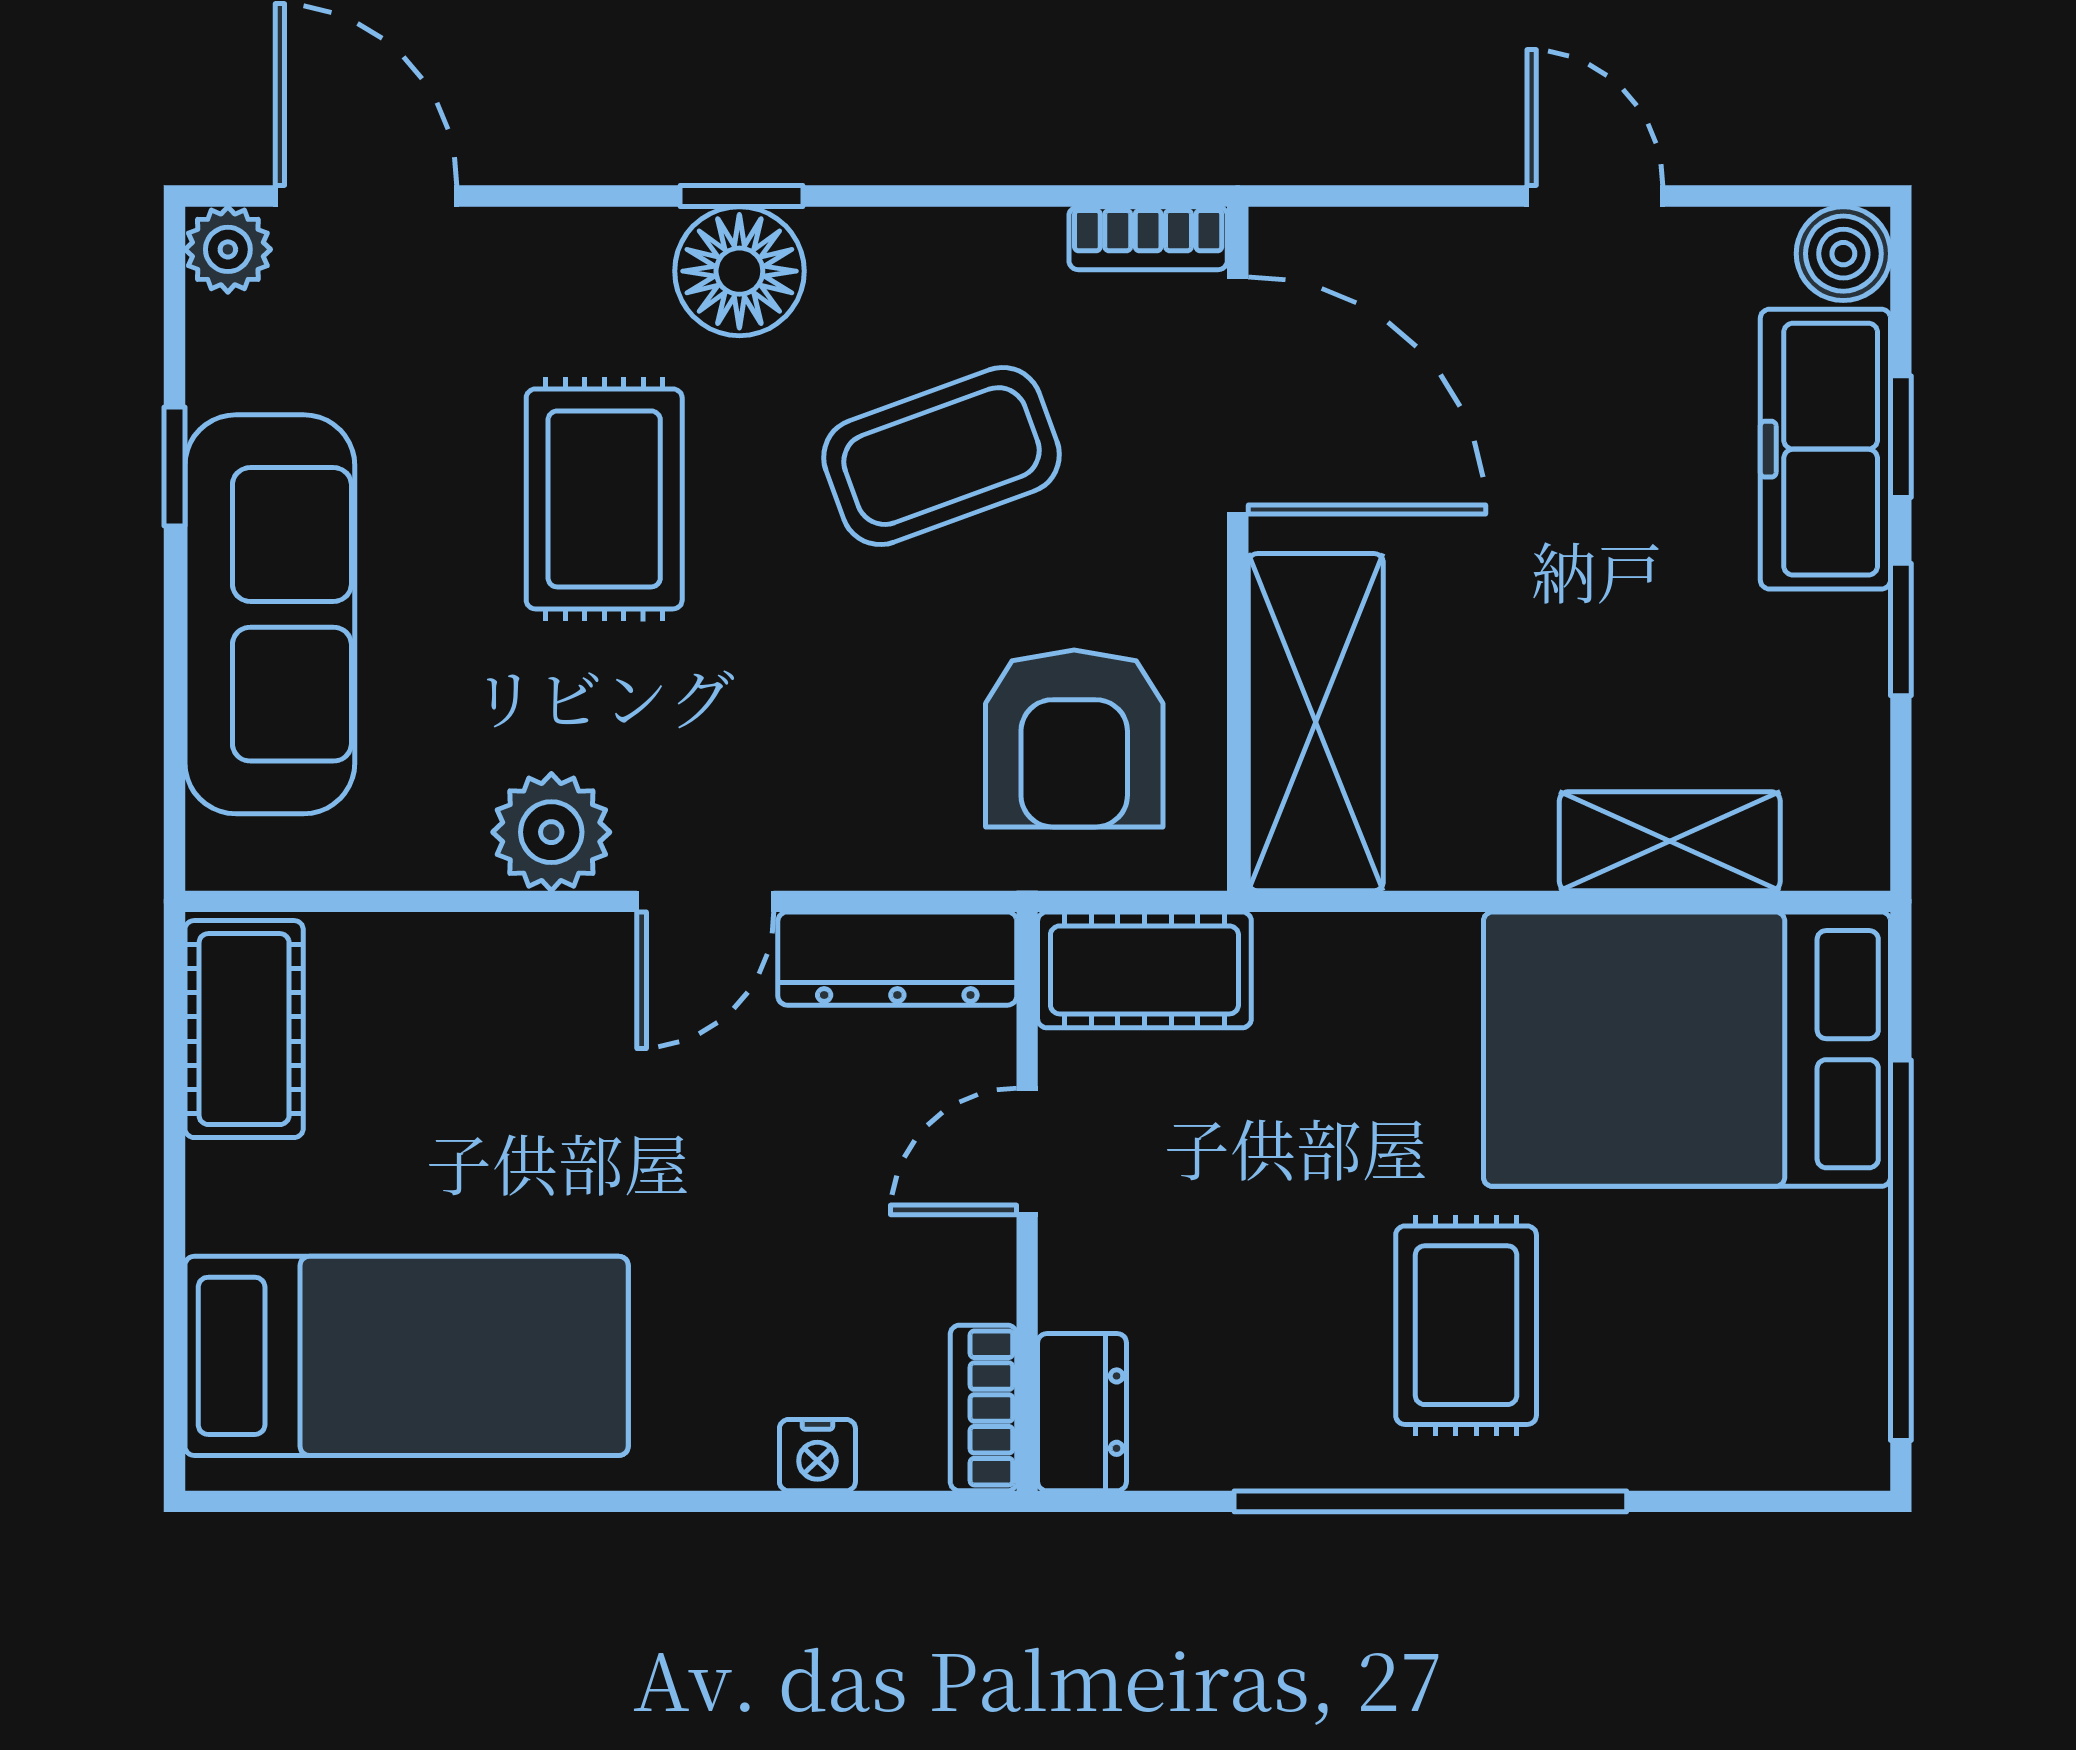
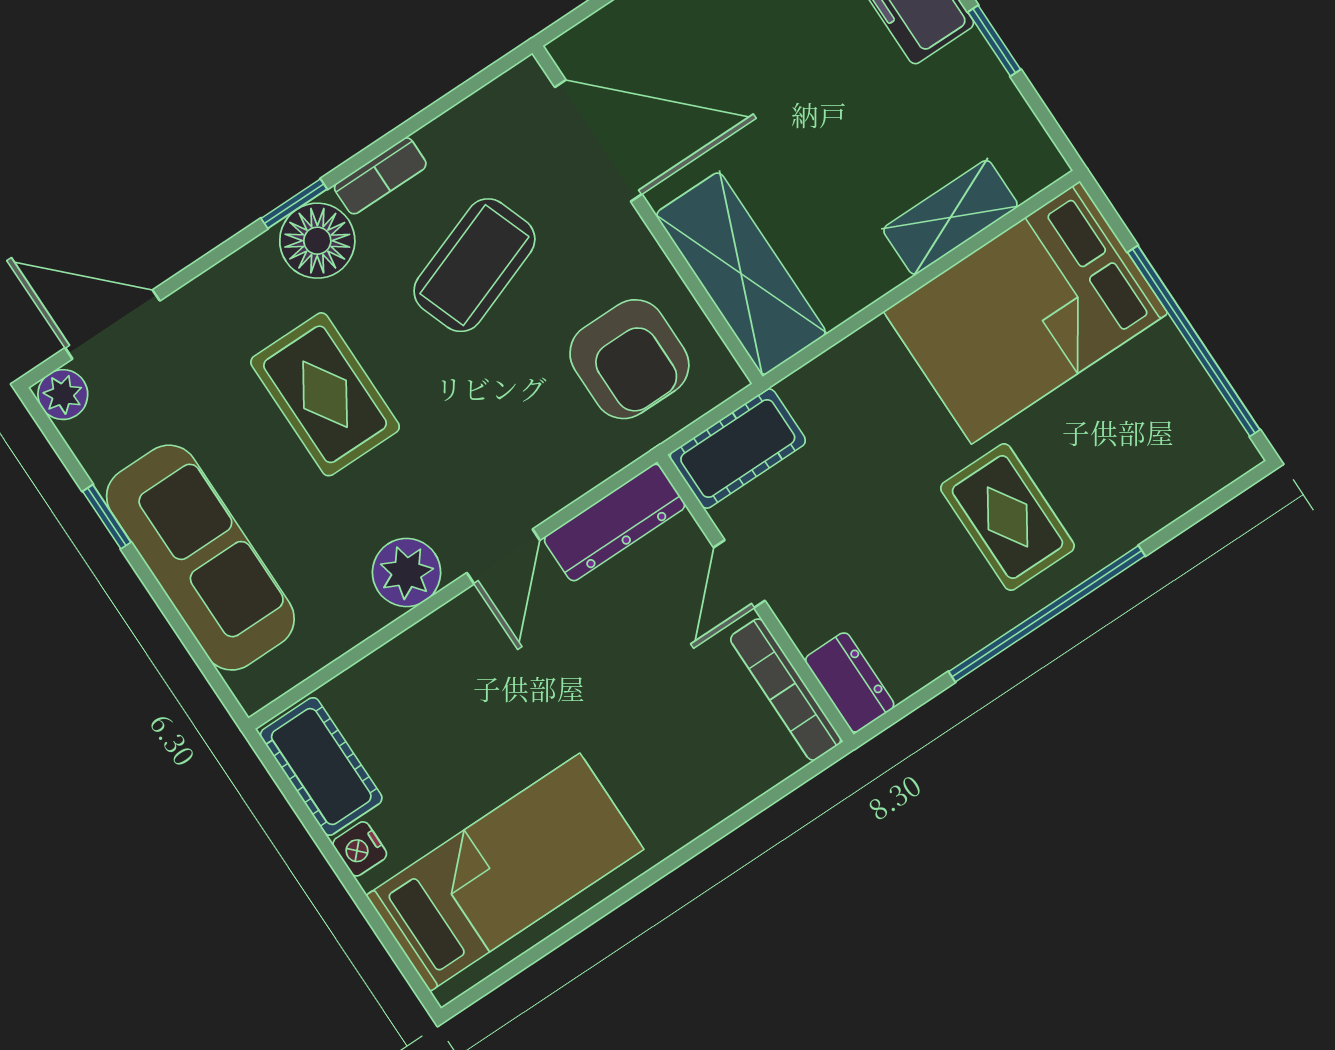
bookcase: (1148, 238) -> (380, 176), moved
bookcase: (984, 1408) -> (786, 690), width x1.56
nightstand: (817, 1455) -> (360, 849), moved, turned 90

